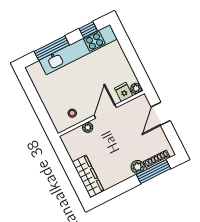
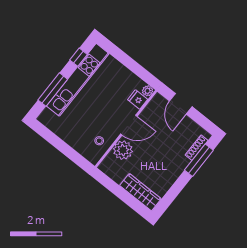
door: (105, 111) -> (129, 125), swing flipped
plant: (88, 127) -> (123, 150), width x1.88, depth x1.88
plant: (138, 167) -> (182, 162), removed

